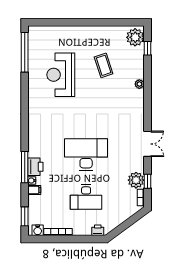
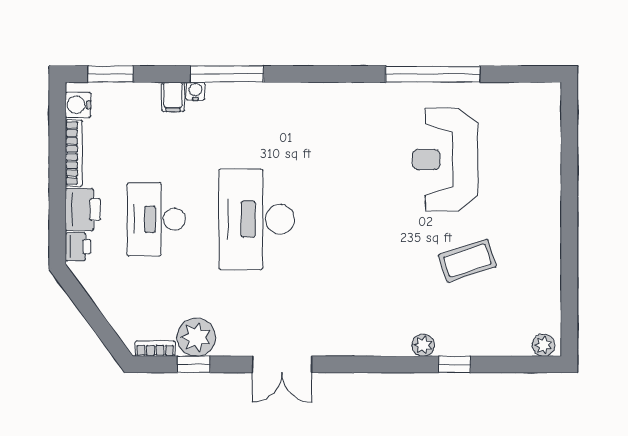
plant: (135, 37) -> (543, 345), width x0.53, depth x0.53
window: (148, 48) -> (455, 364), moved
window: (25, 52) -> (433, 74), moved
reception desk: (61, 75) -> (445, 159), turned -90
desk: (86, 155) -> (257, 219), turned 180
printer: (35, 167) -> (83, 210), moved, turned -90

